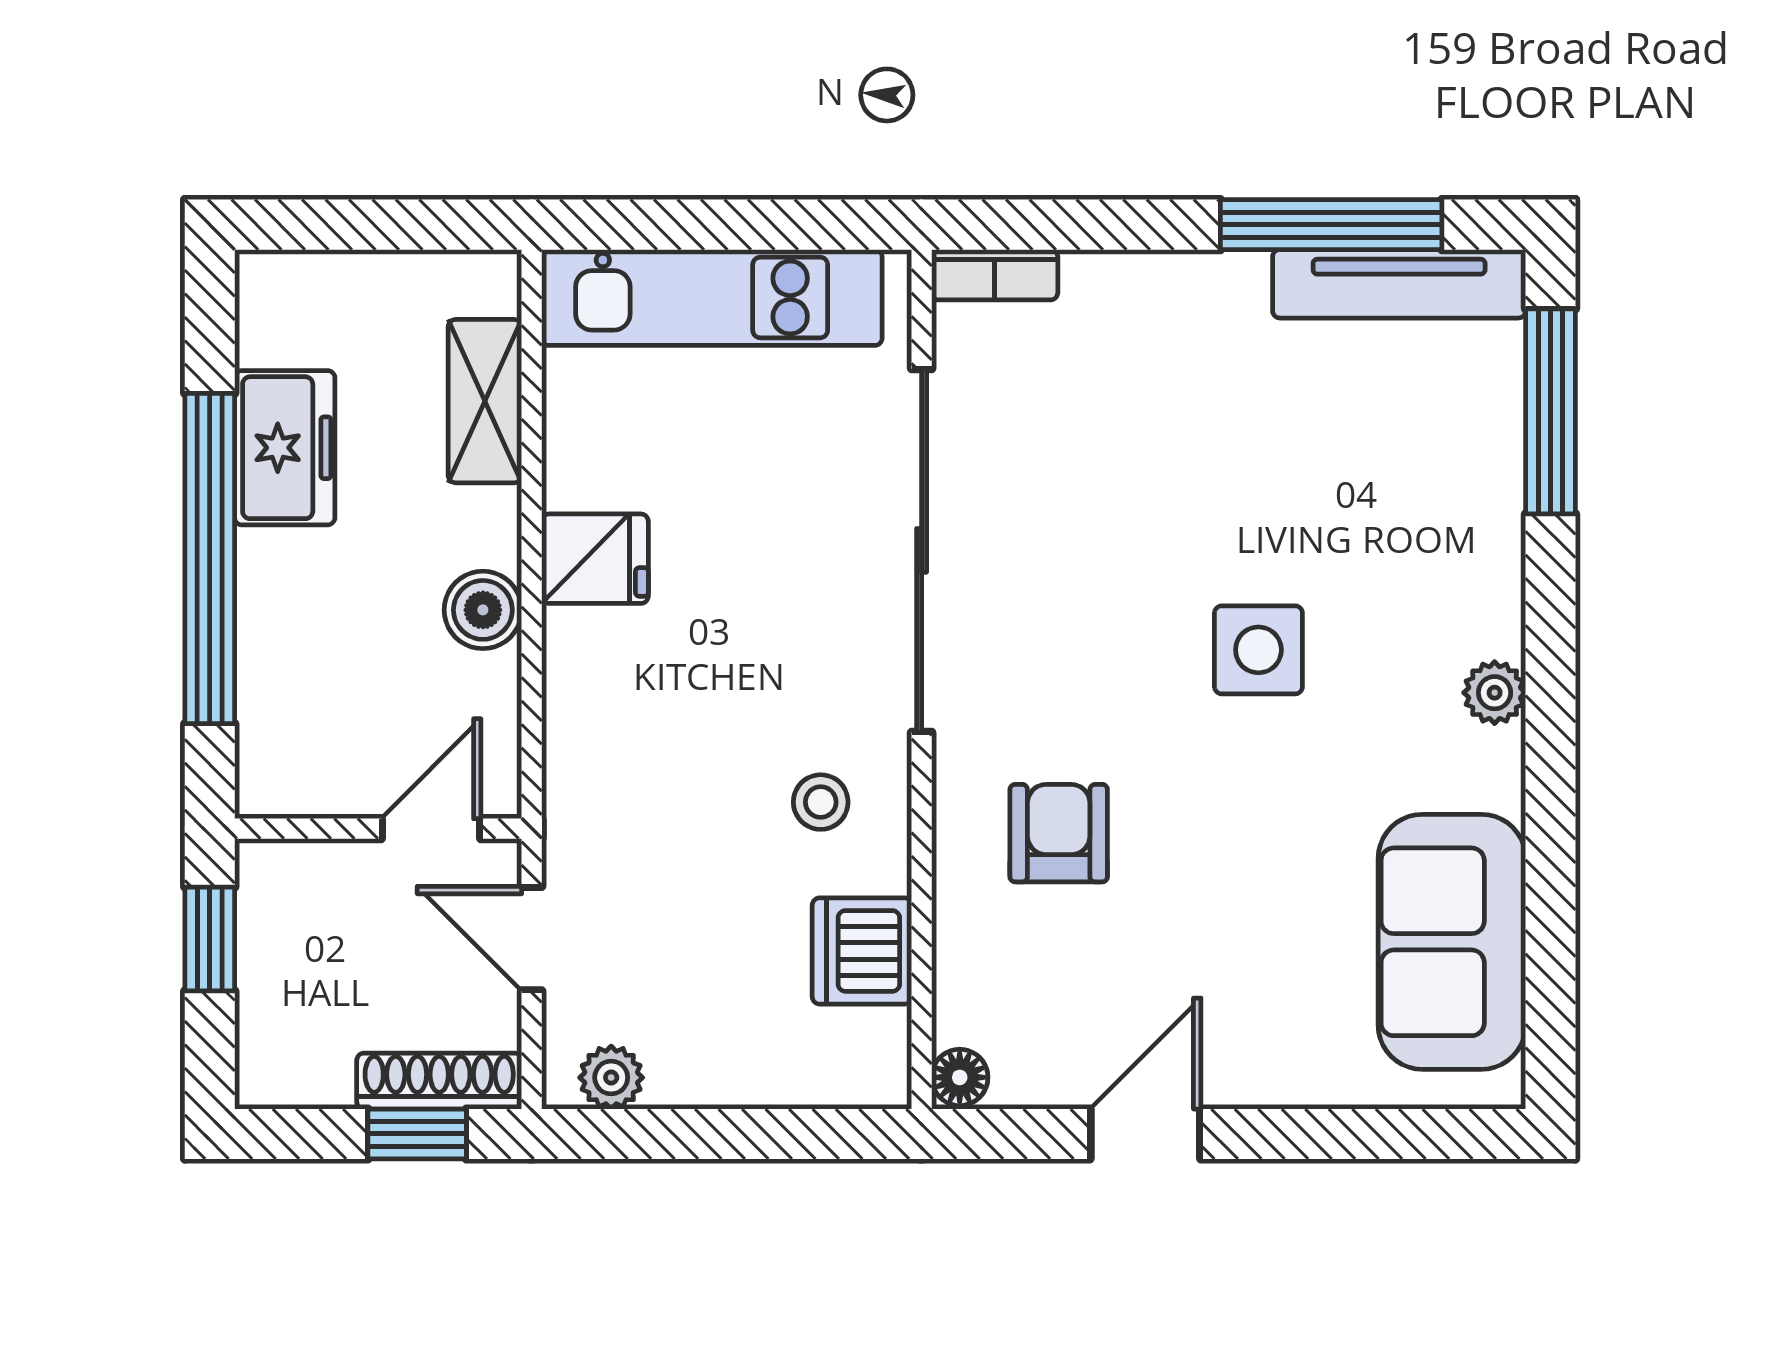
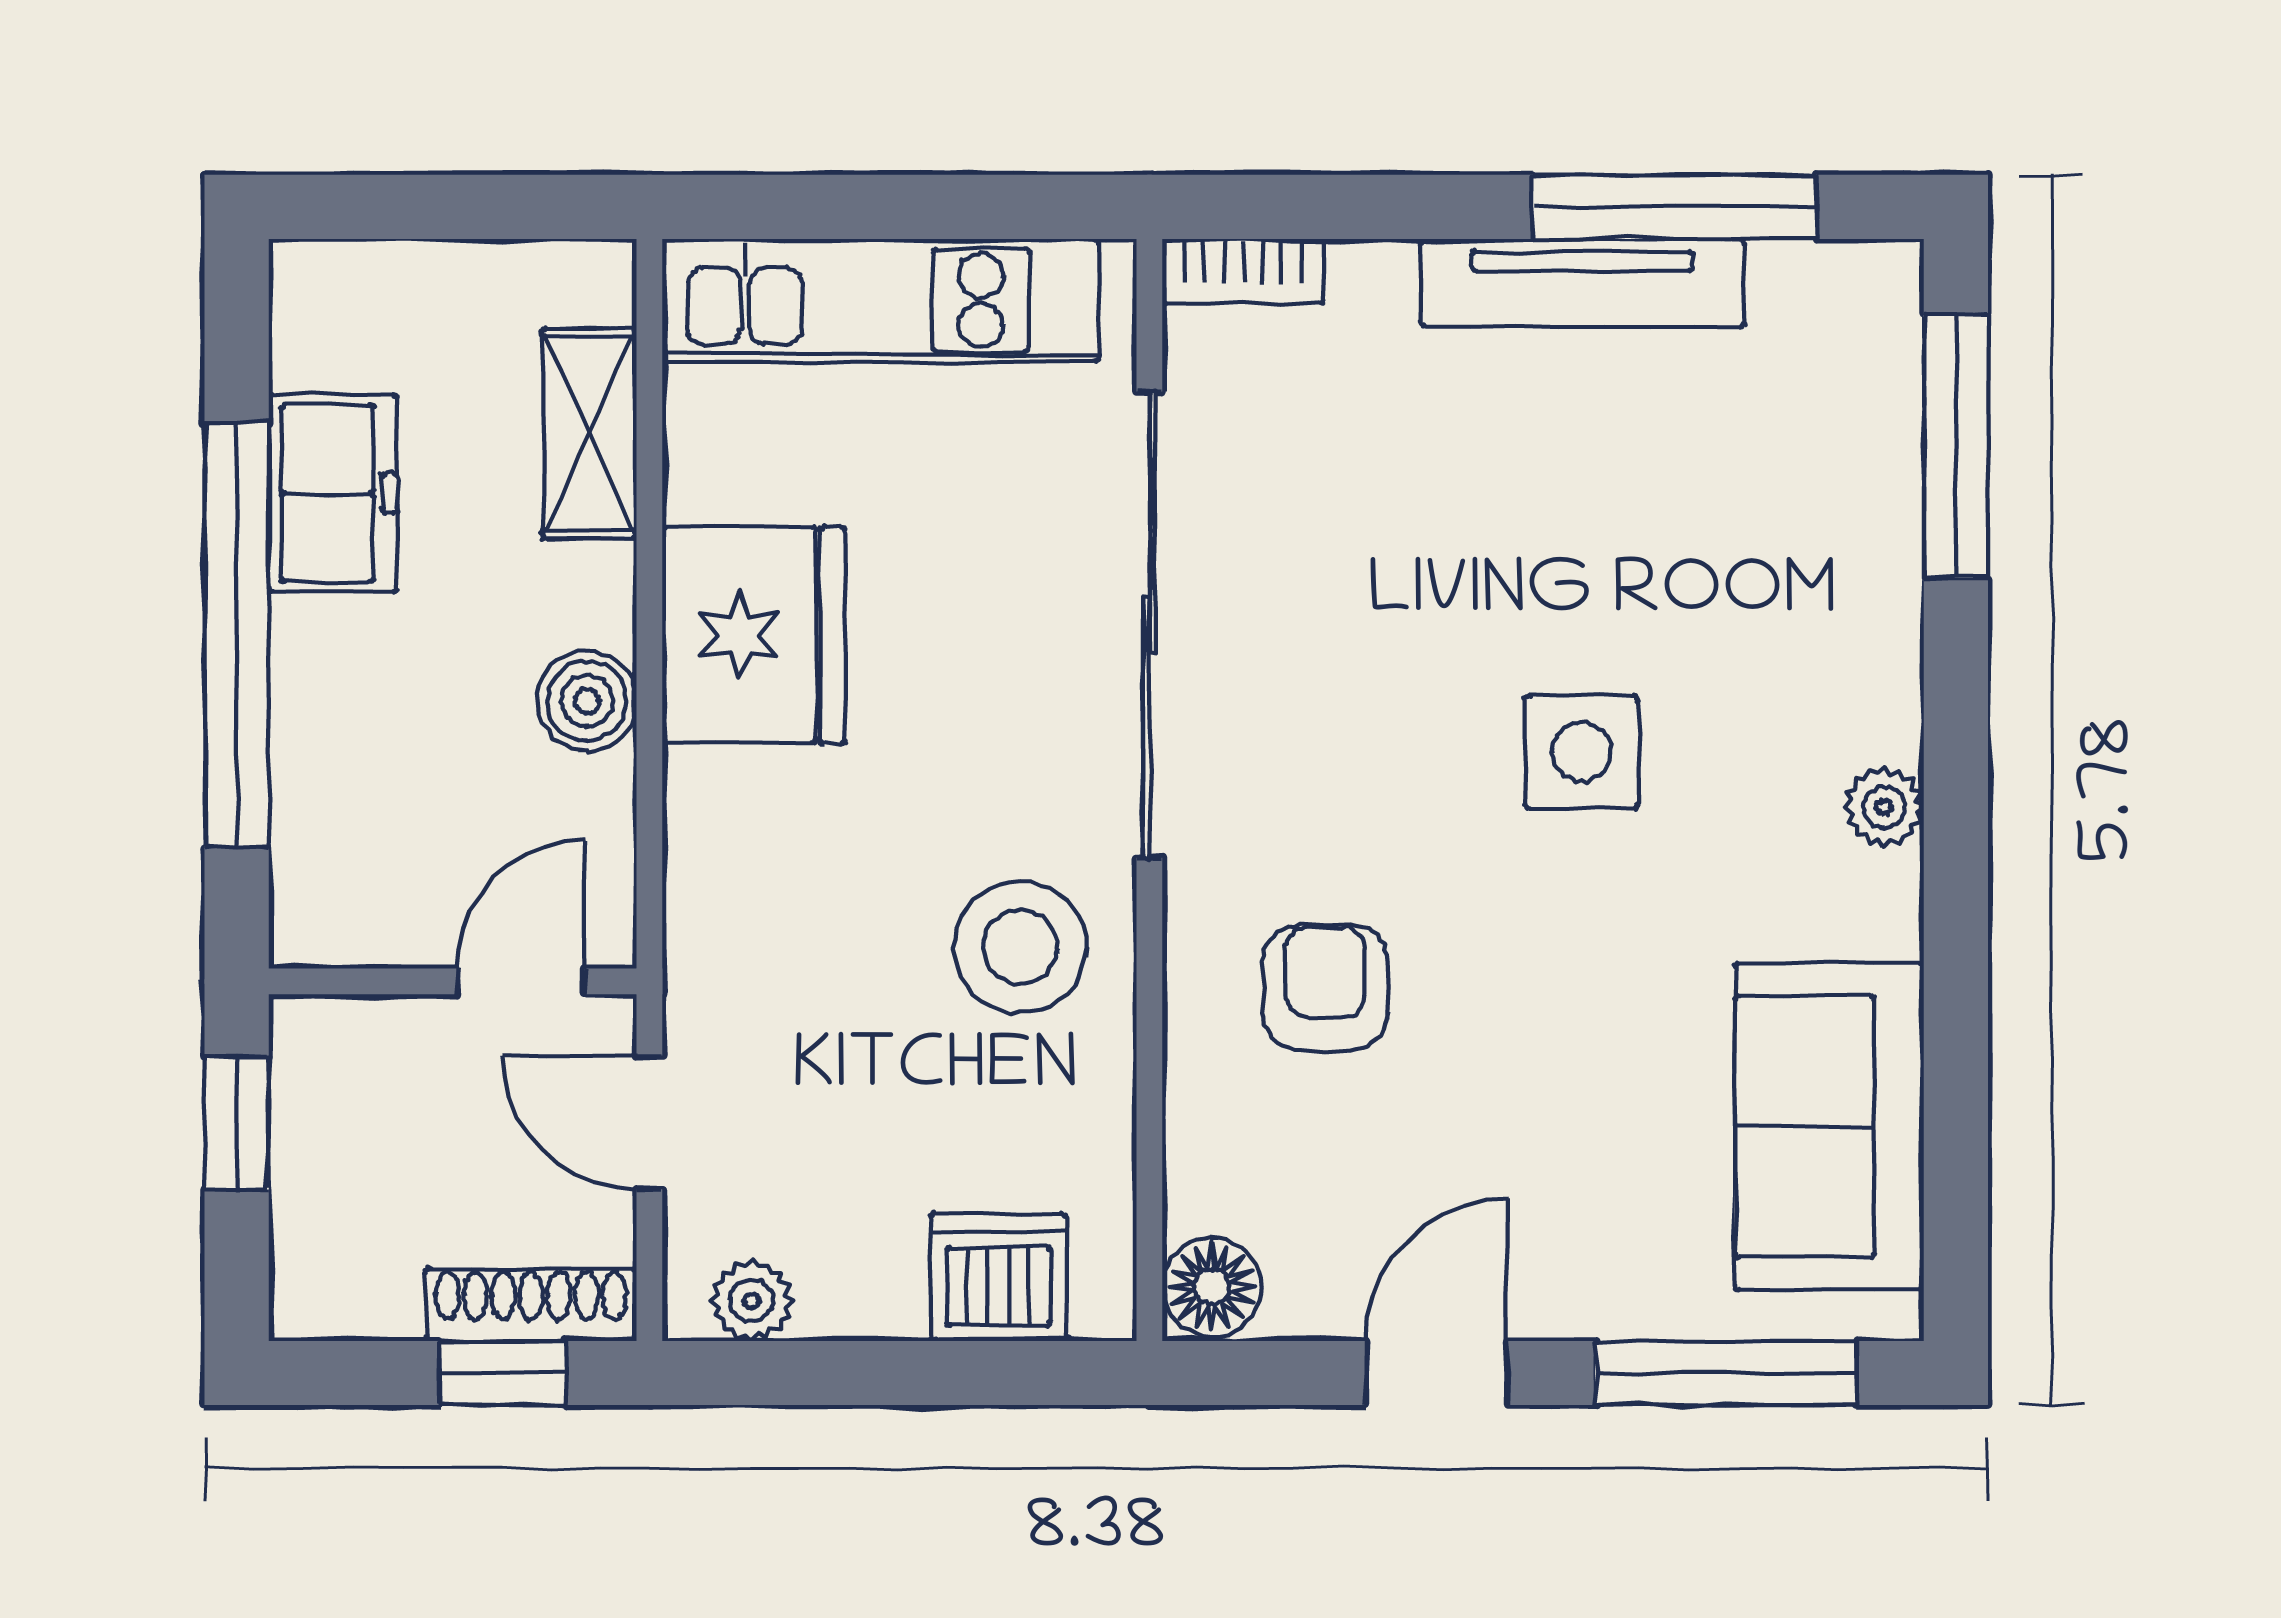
tv unit: (1399, 284) -> (1582, 283), moved
fridge: (595, 559) -> (754, 635), width x1.88, depth x1.34
stool: (821, 802) -> (1020, 947), width x1.89, depth x1.89
dishwasher: (862, 951) -> (999, 1277), moved, turned 90
floor lamp: (960, 1077) -> (1212, 1287), width x1.37, depth x1.37
window: (1371, 1134) -> (1726, 1373), added

